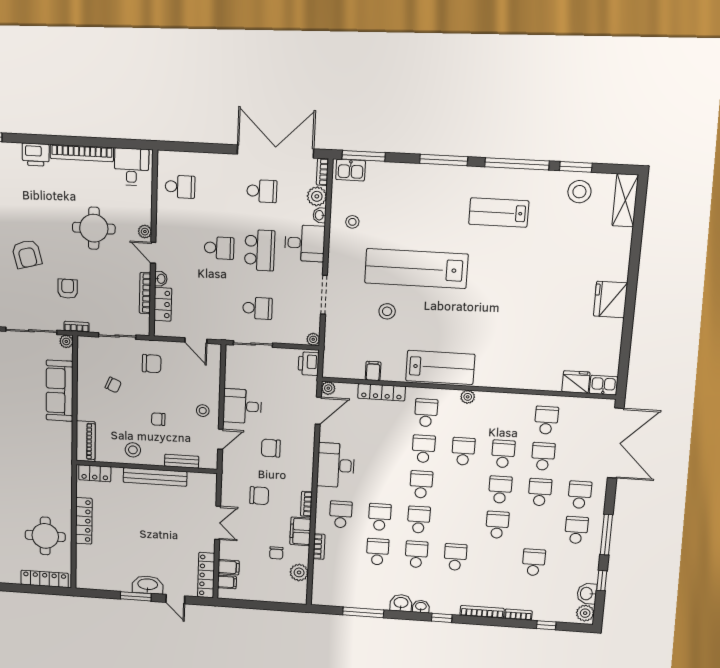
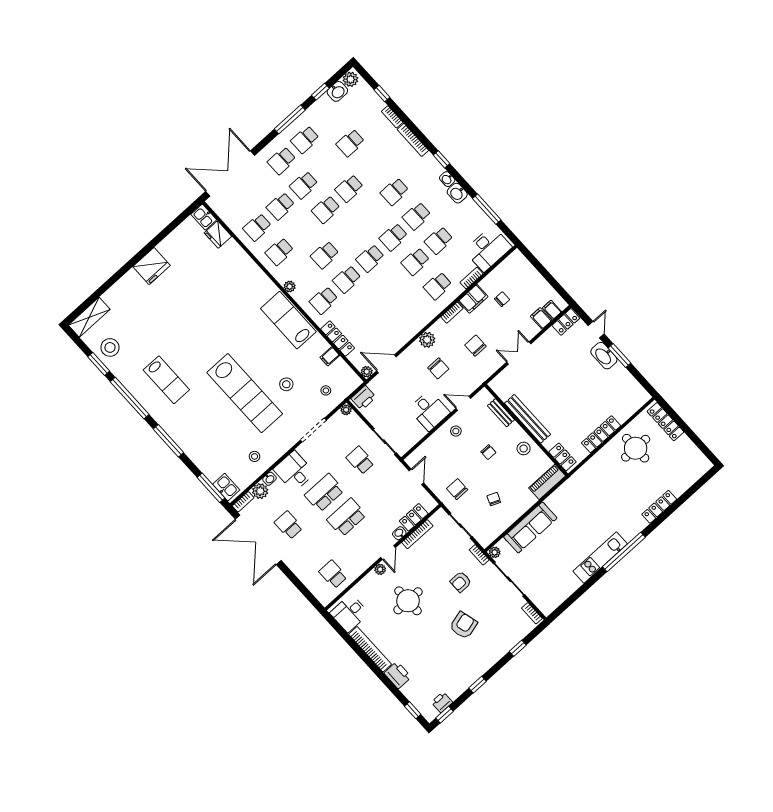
school desk: (219, 248) -> (347, 517), width x1.85
stool: (347, 339) -> (326, 390), added
school desk: (503, 454) -> (279, 252), moved
desk: (336, 465) -> (488, 249), moved
plant: (299, 572) -> (427, 340), moved
locker: (206, 575) -> (566, 322), width x0.66

